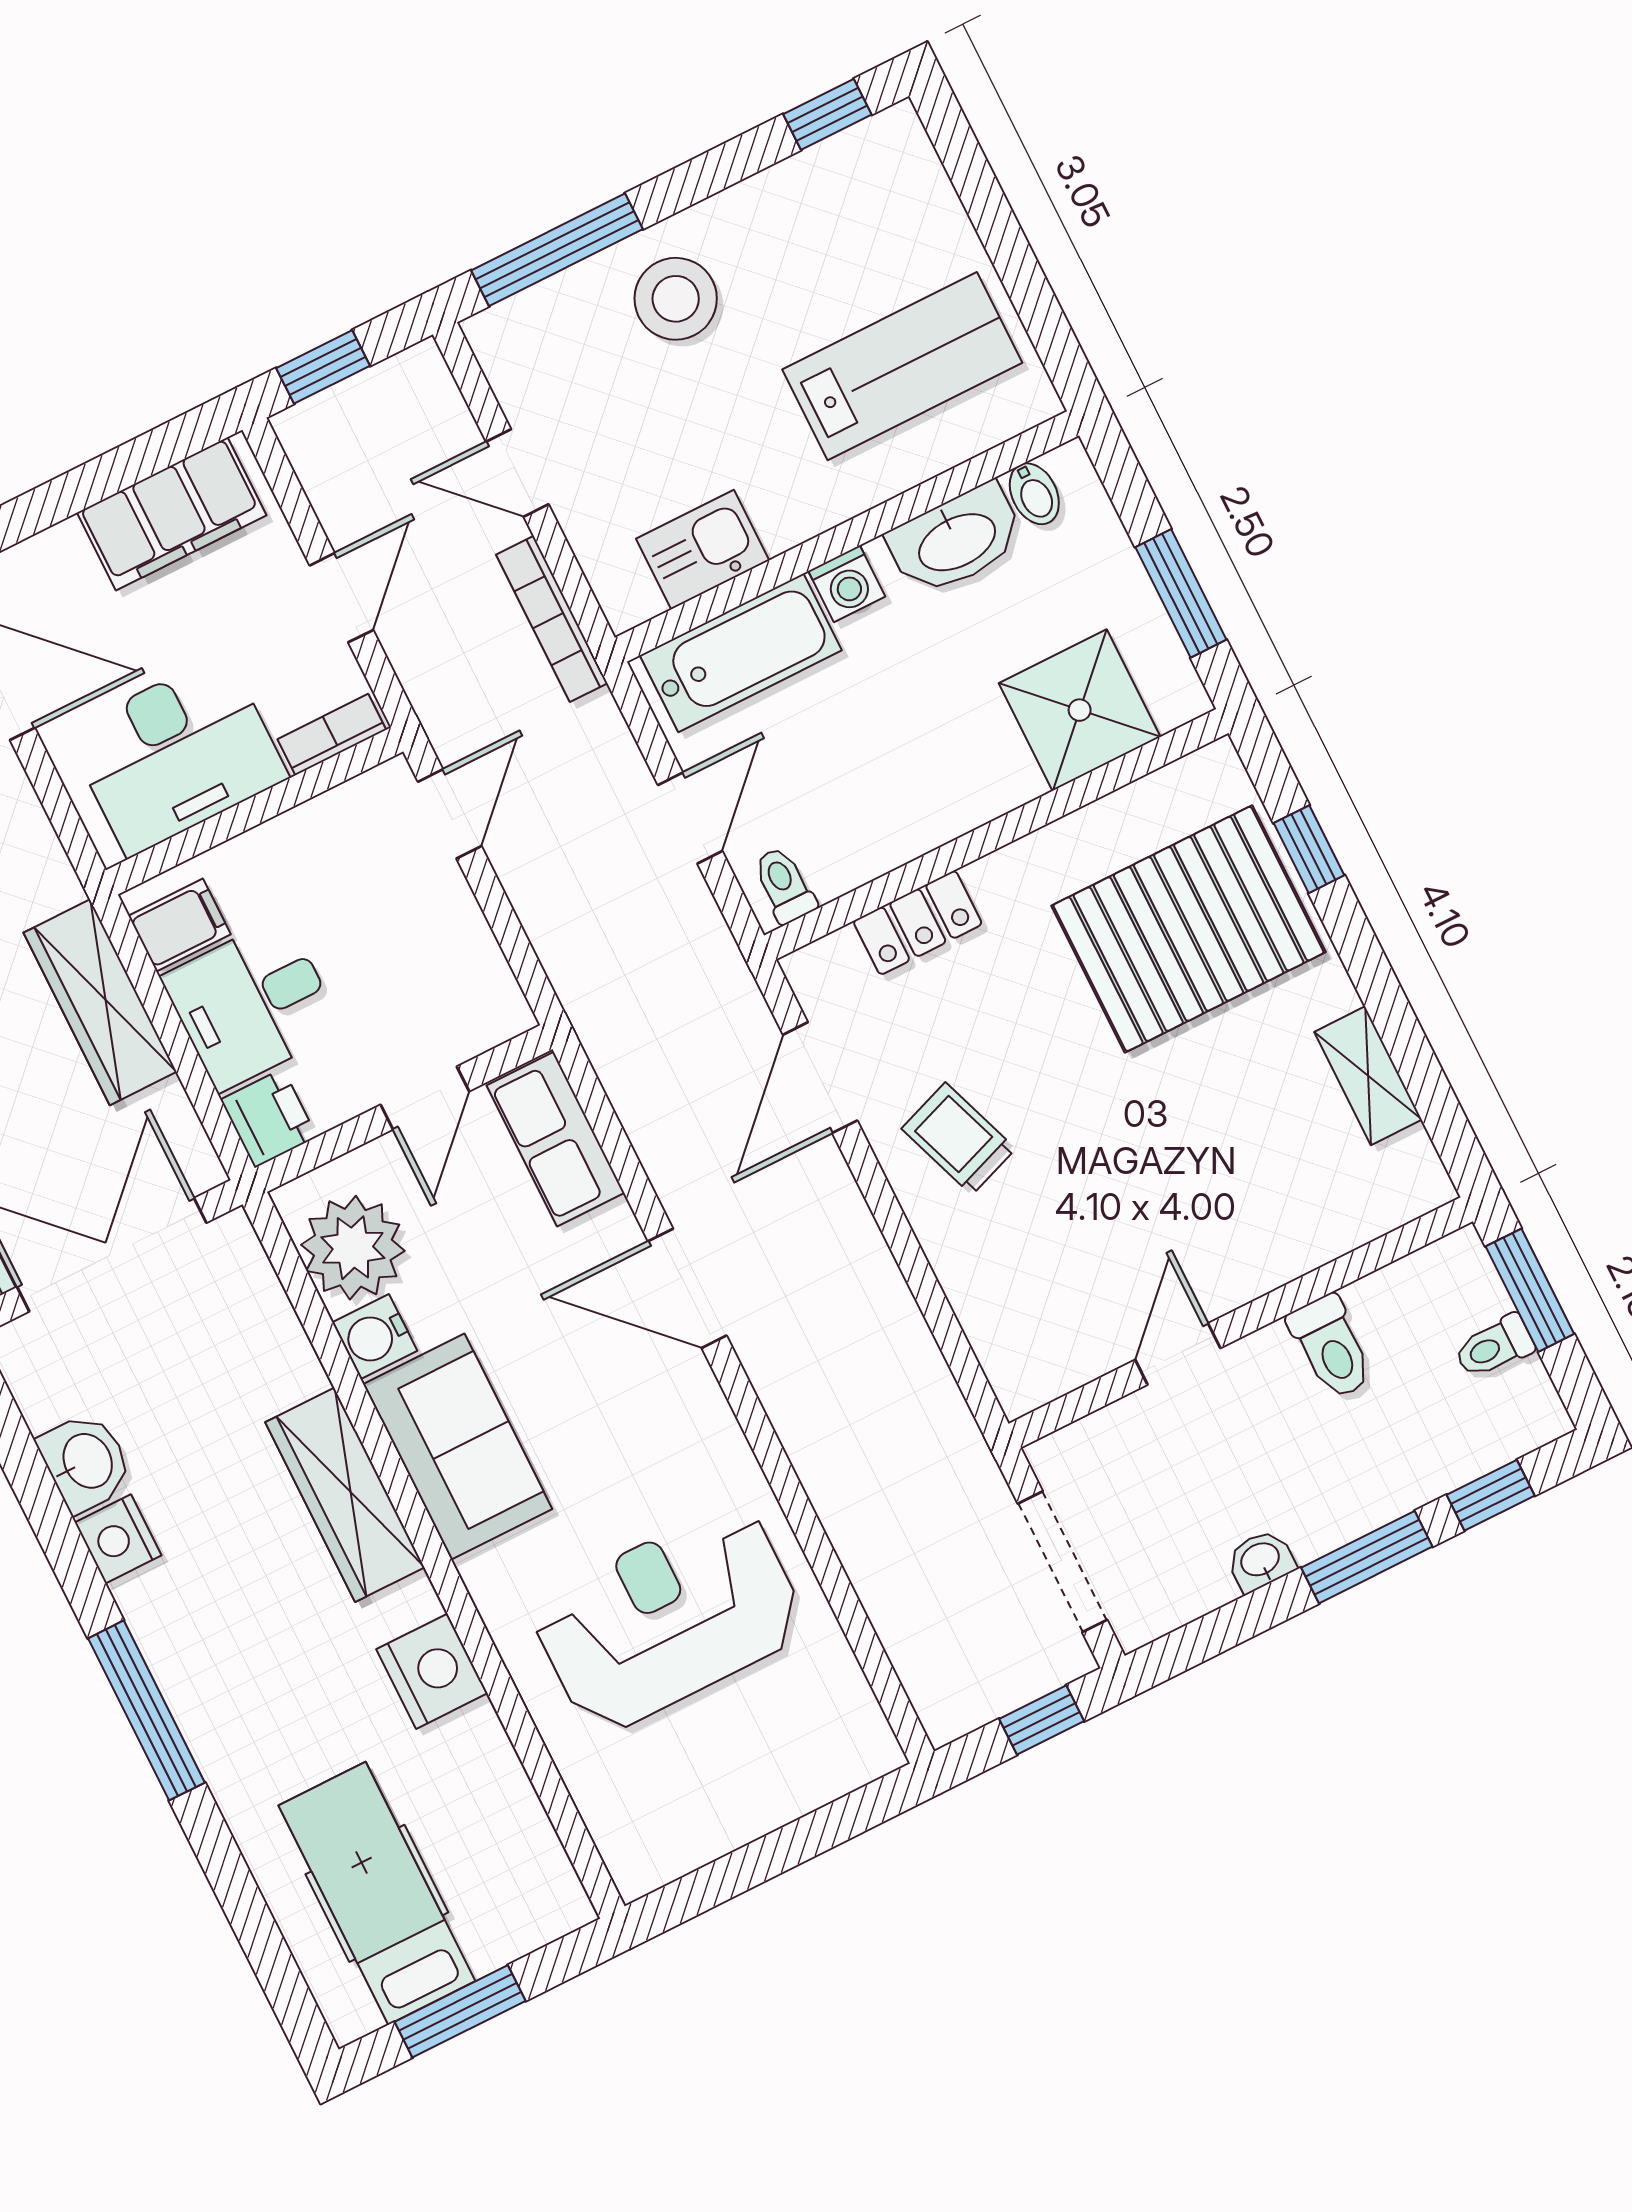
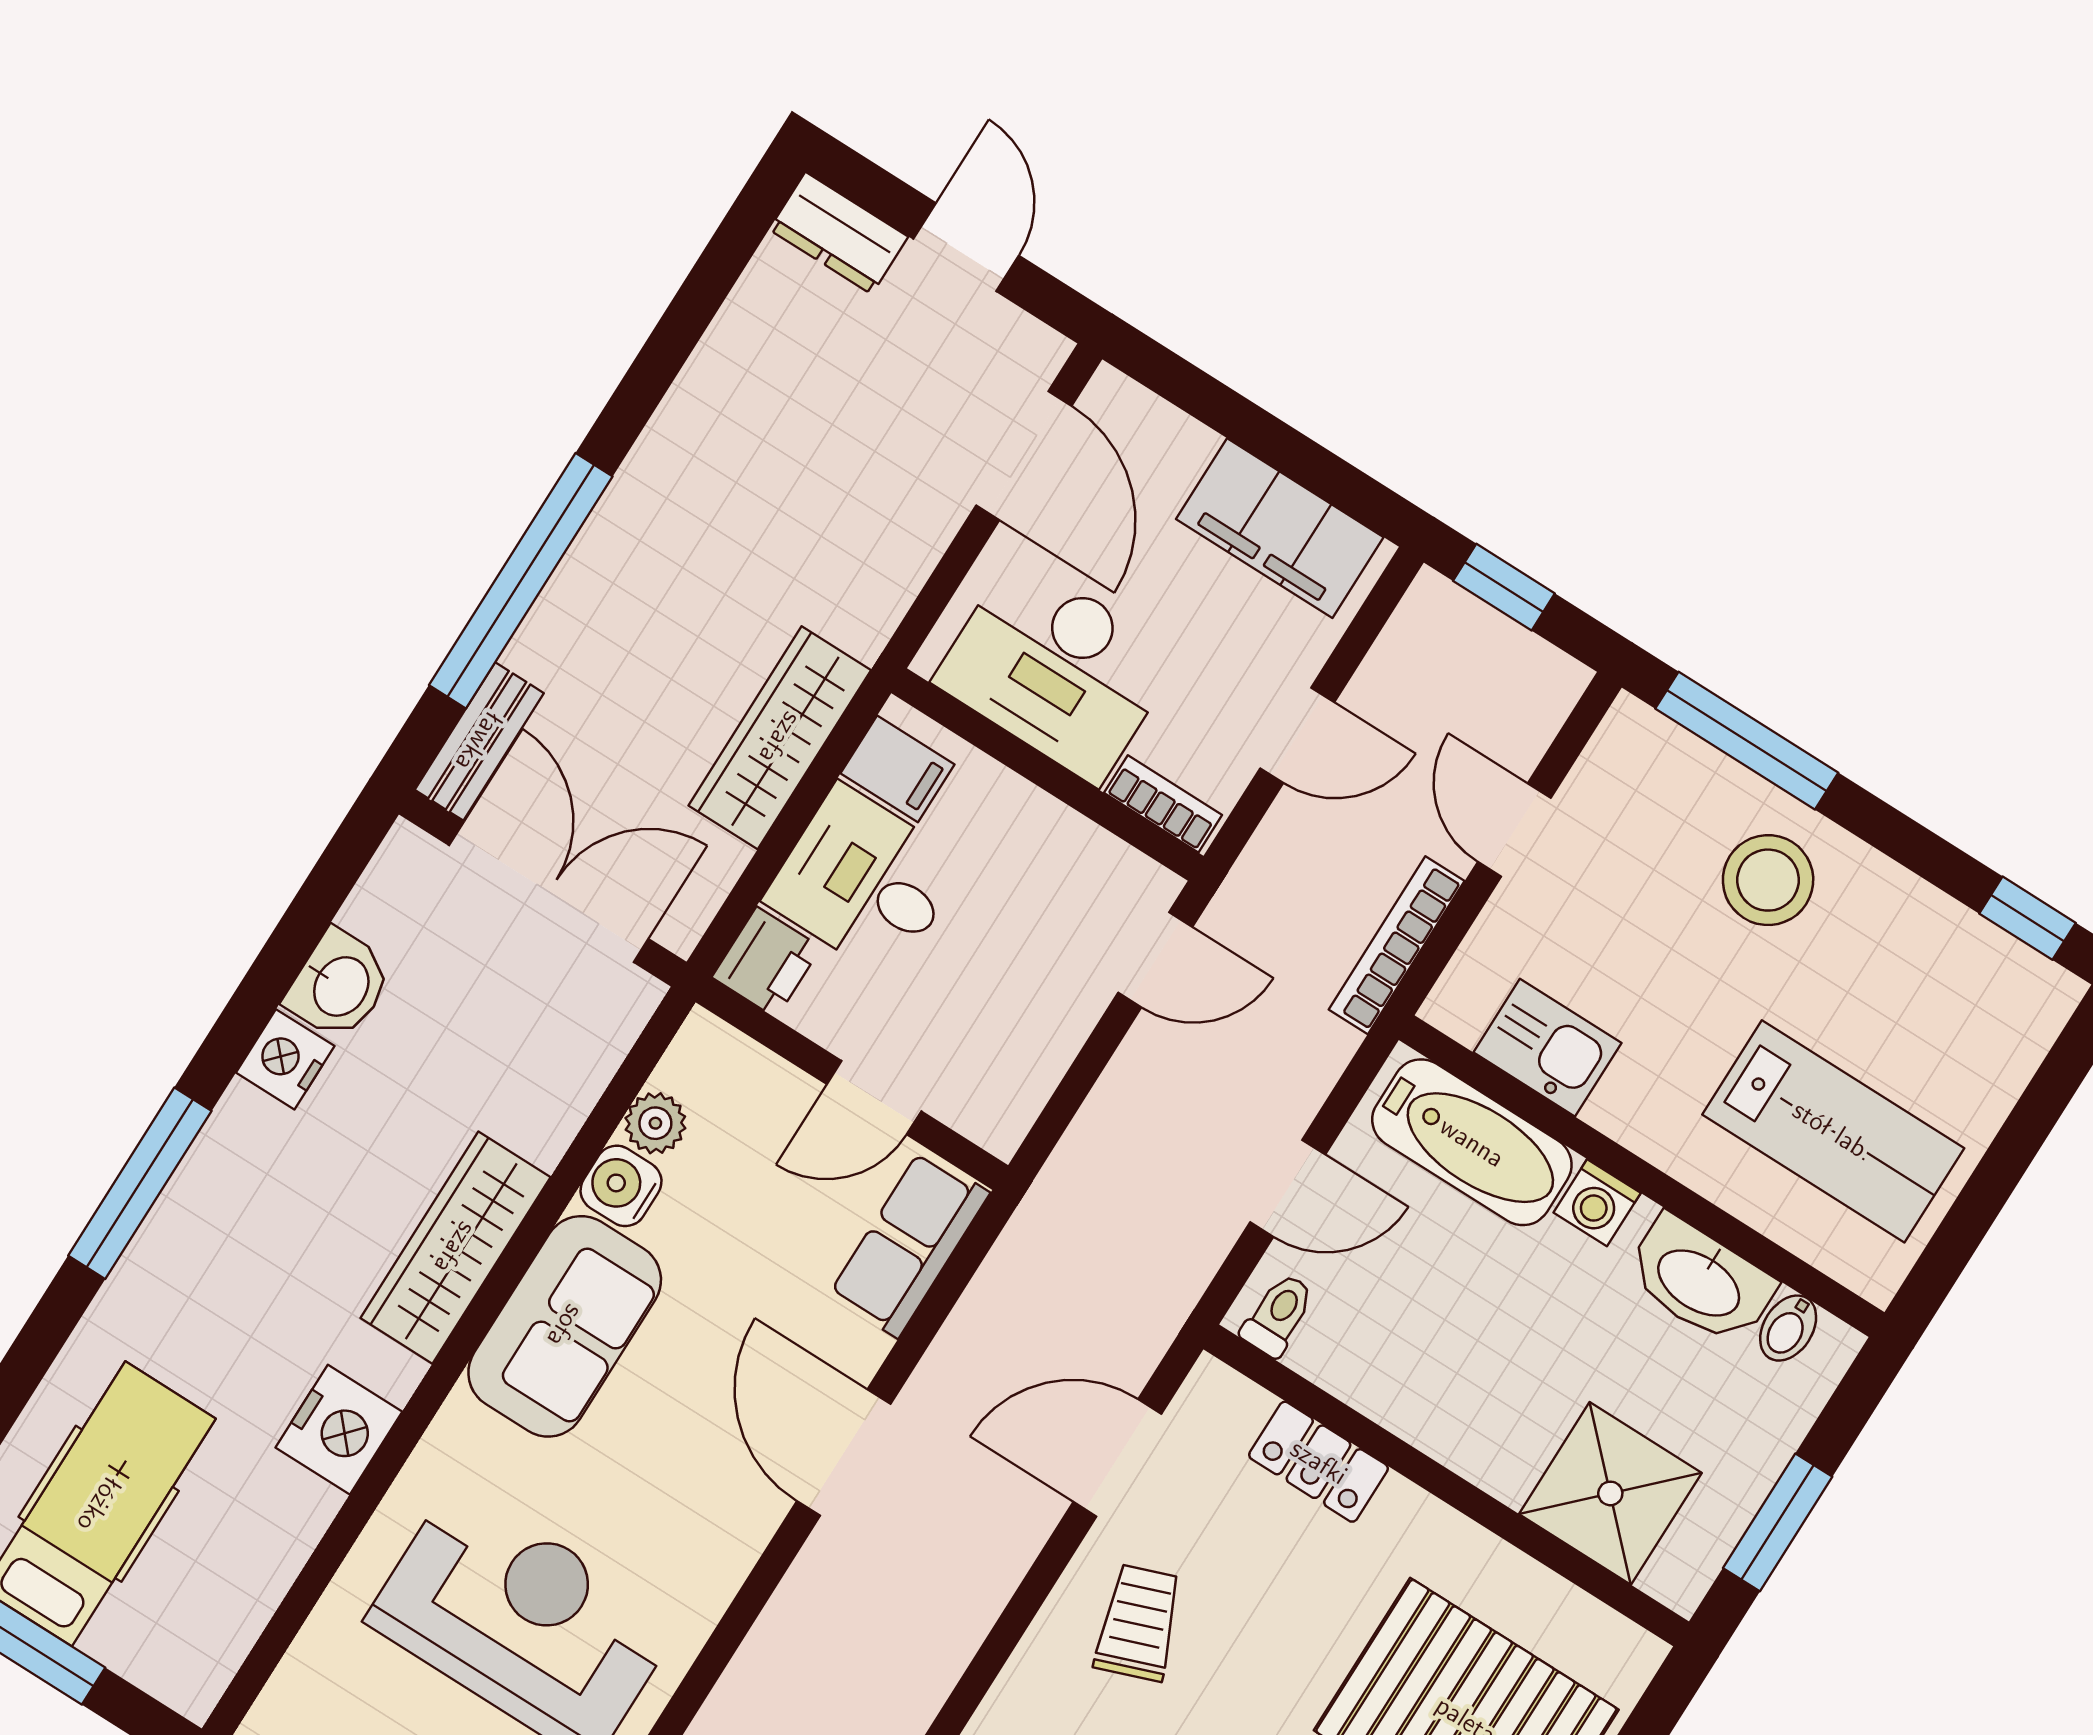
plant: (353, 1248) -> (655, 1123), width x0.53, depth x0.53

